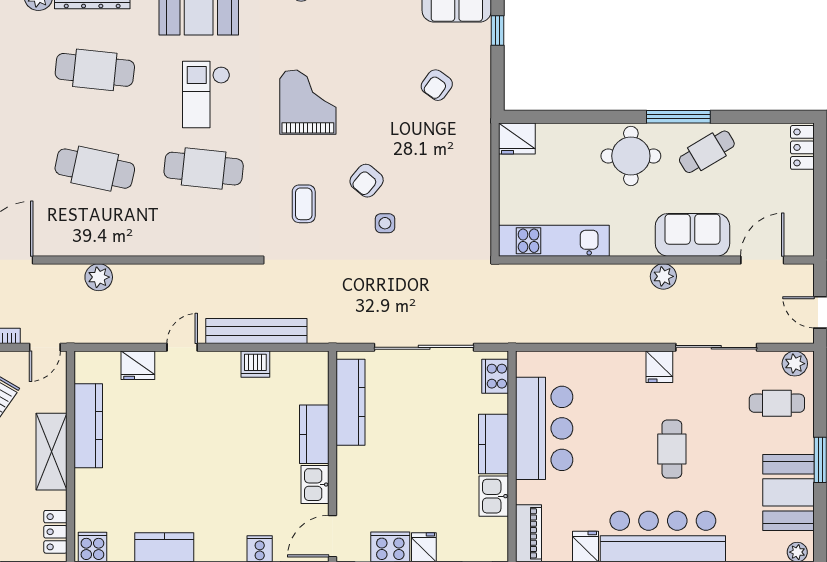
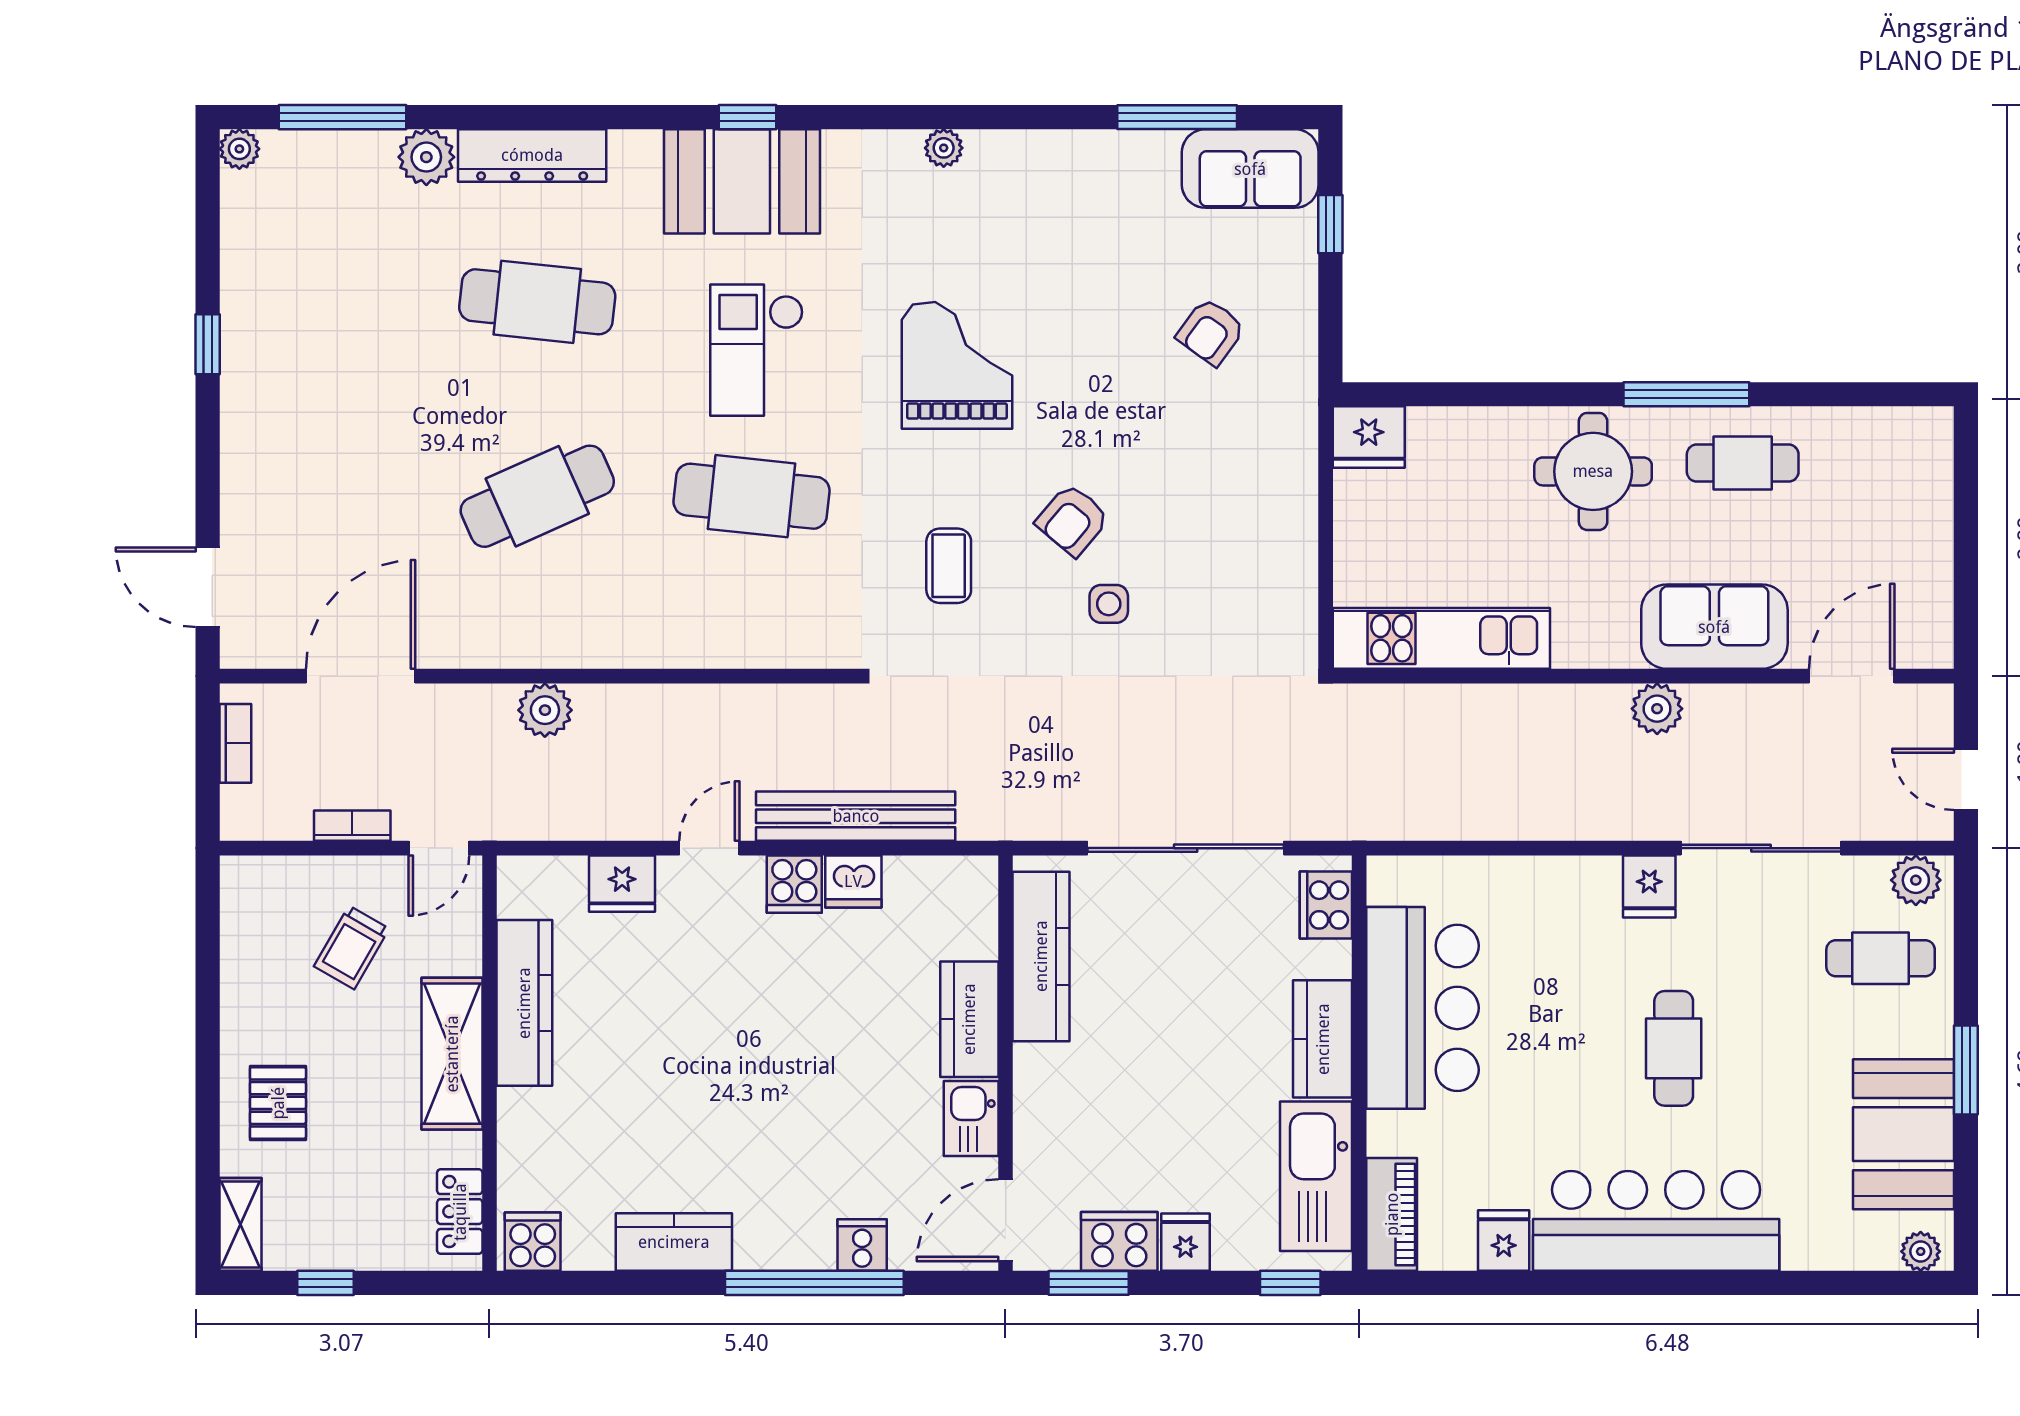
locker: (802, 147) -> (1931, 455), removed
cafe table: (707, 152) -> (1743, 463), turned 31
cafe table: (95, 169) -> (537, 496), turned -36
cooker: (225, 366) -> (794, 884), added
kitchen sink: (494, 496) -> (1316, 1176), width x1.87, depth x1.24

